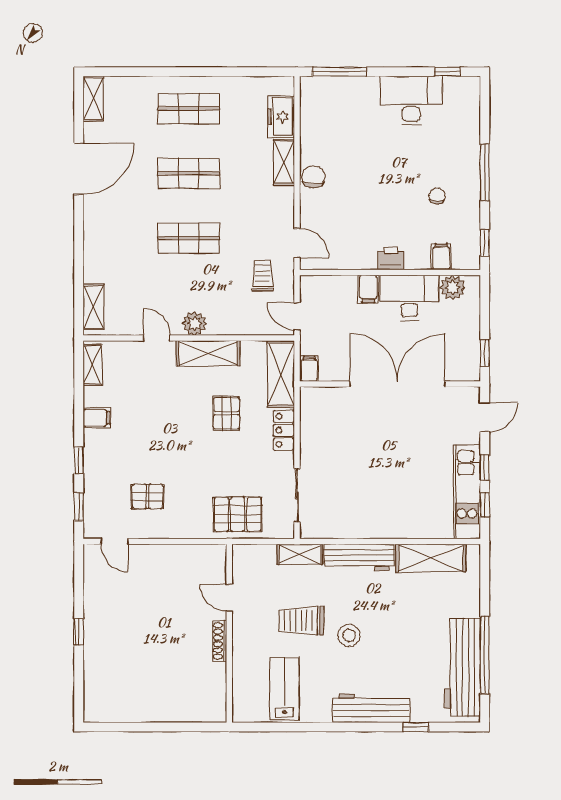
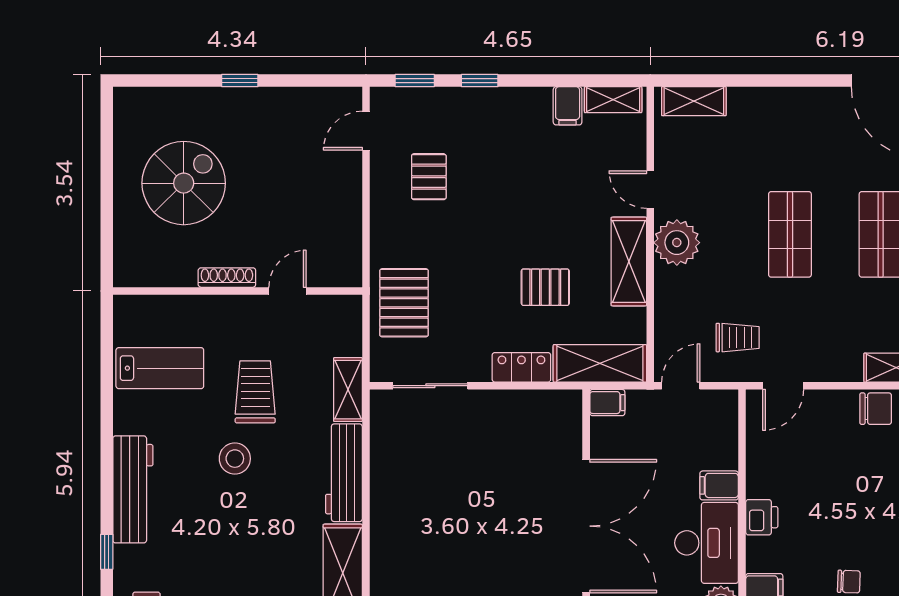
plant: (195, 323) -> (677, 243), width x1.36, depth x1.36
door: (157, 338) -> (650, 190), swing flipped
filing cabinet: (97, 418) -> (568, 106), moved
spiral stairs: (152, 672) -> (184, 183), added

